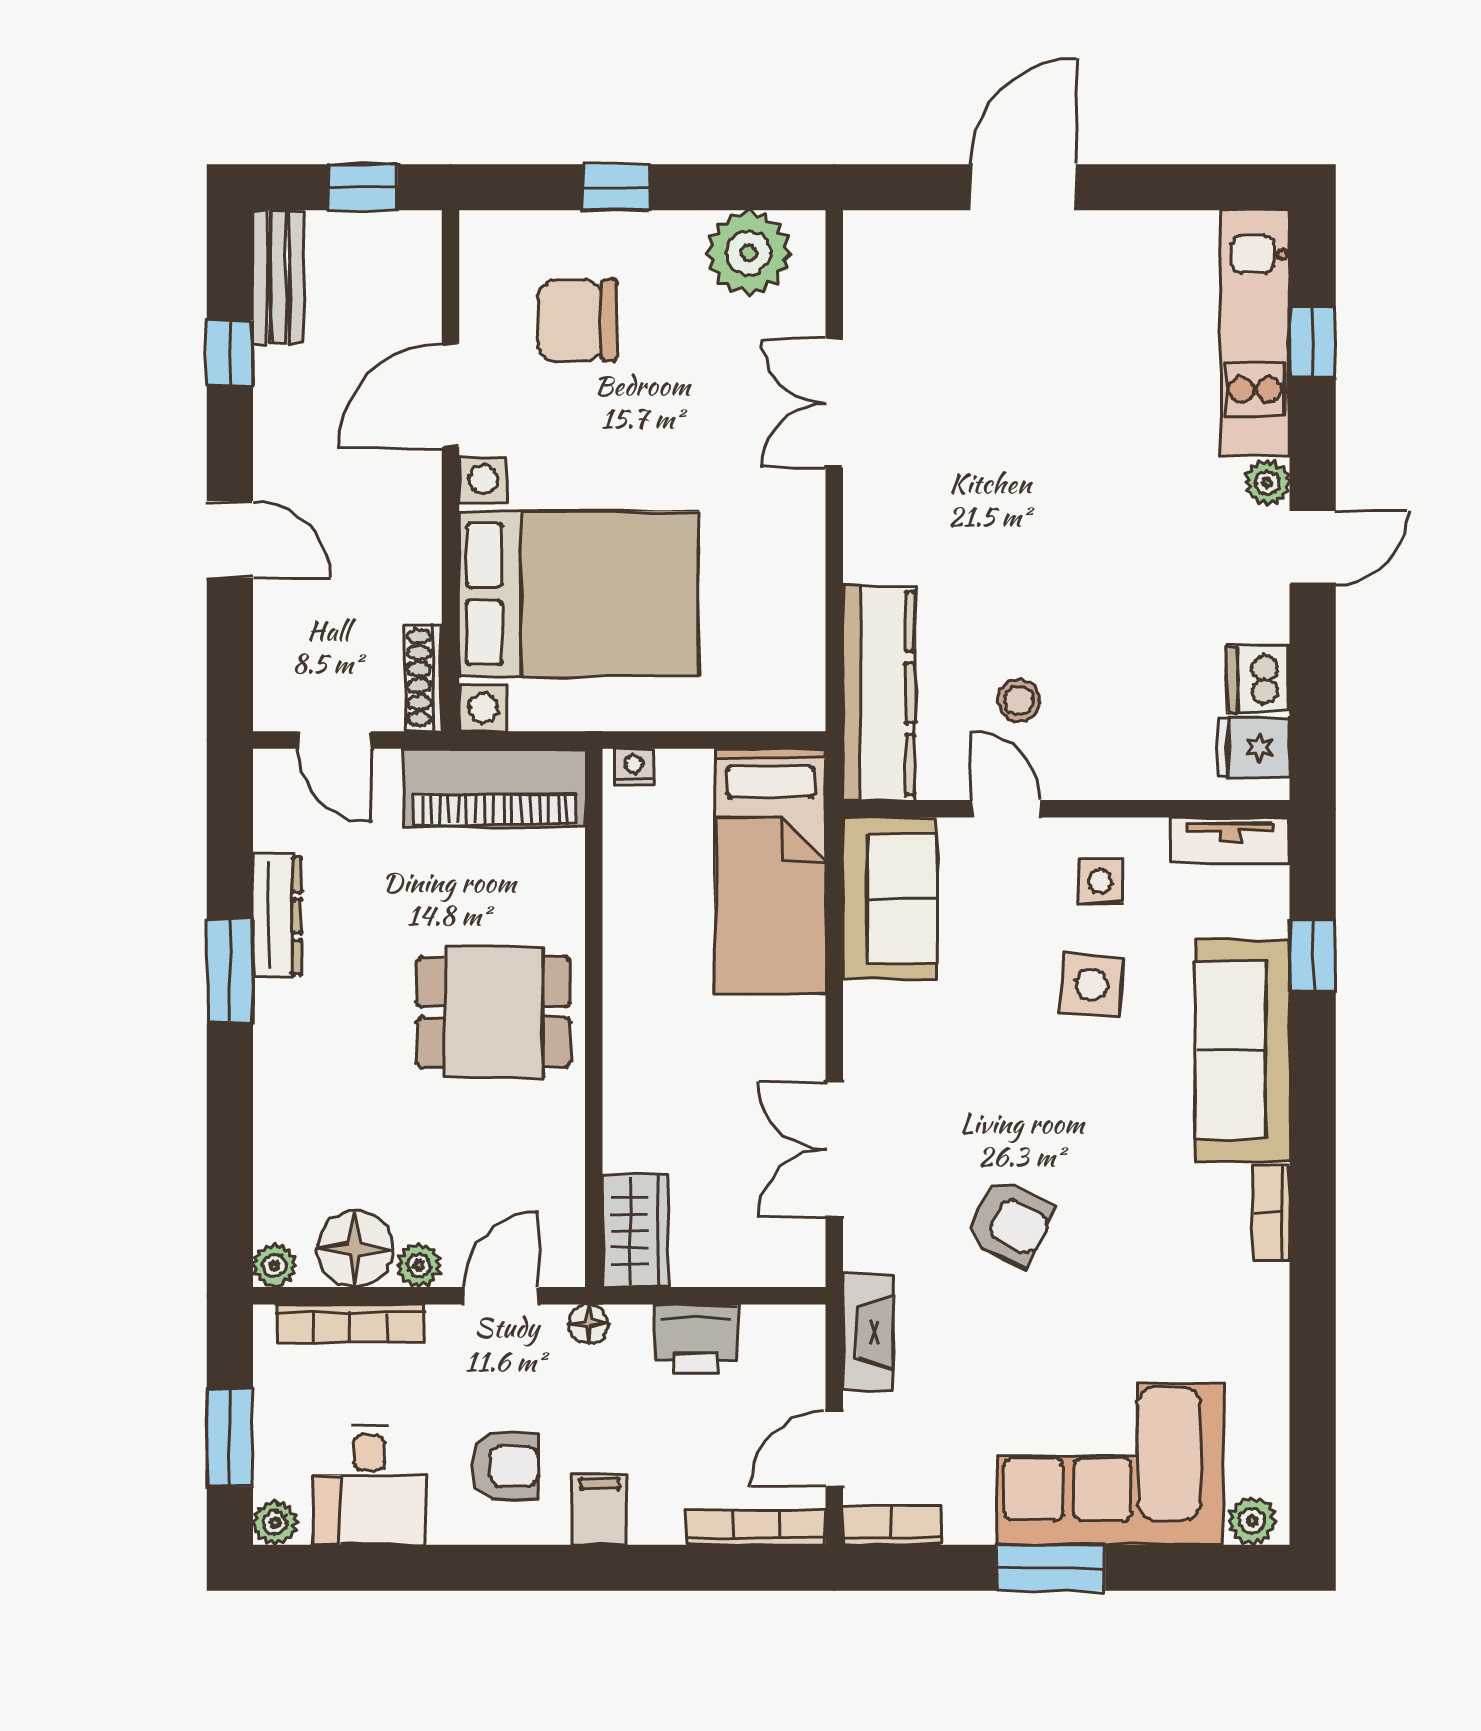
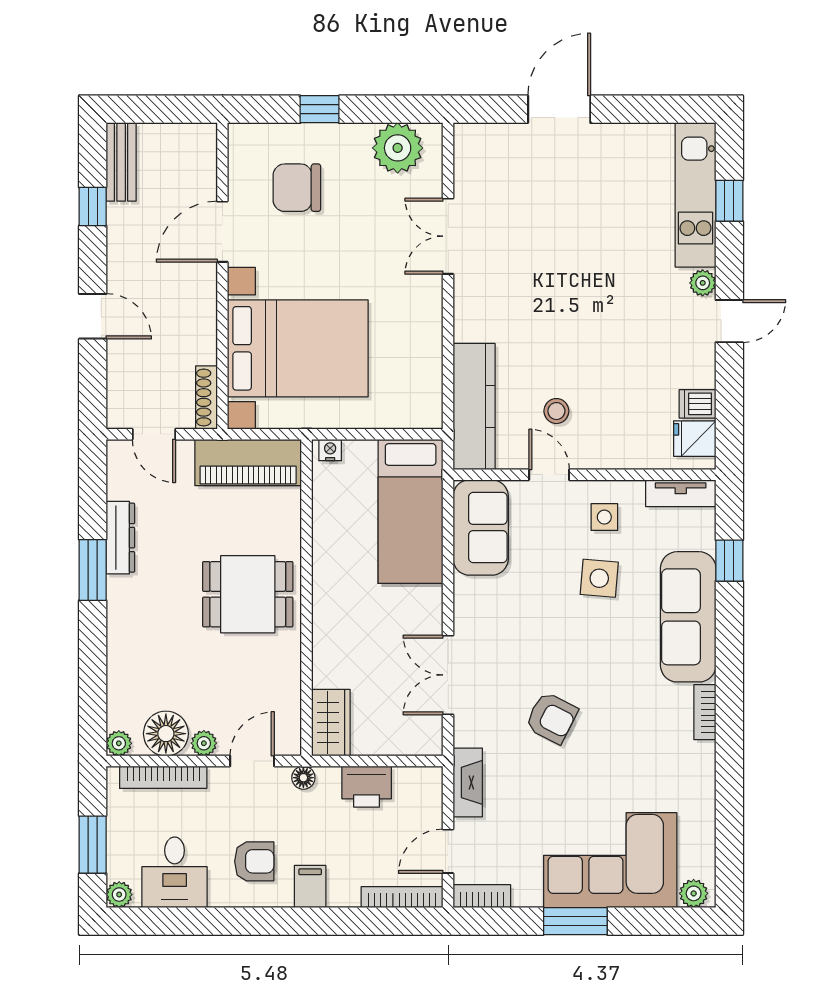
window: (363, 187) -> (171, 109), removed
dishwasher: (1258, 679) -> (697, 404), width x0.73

